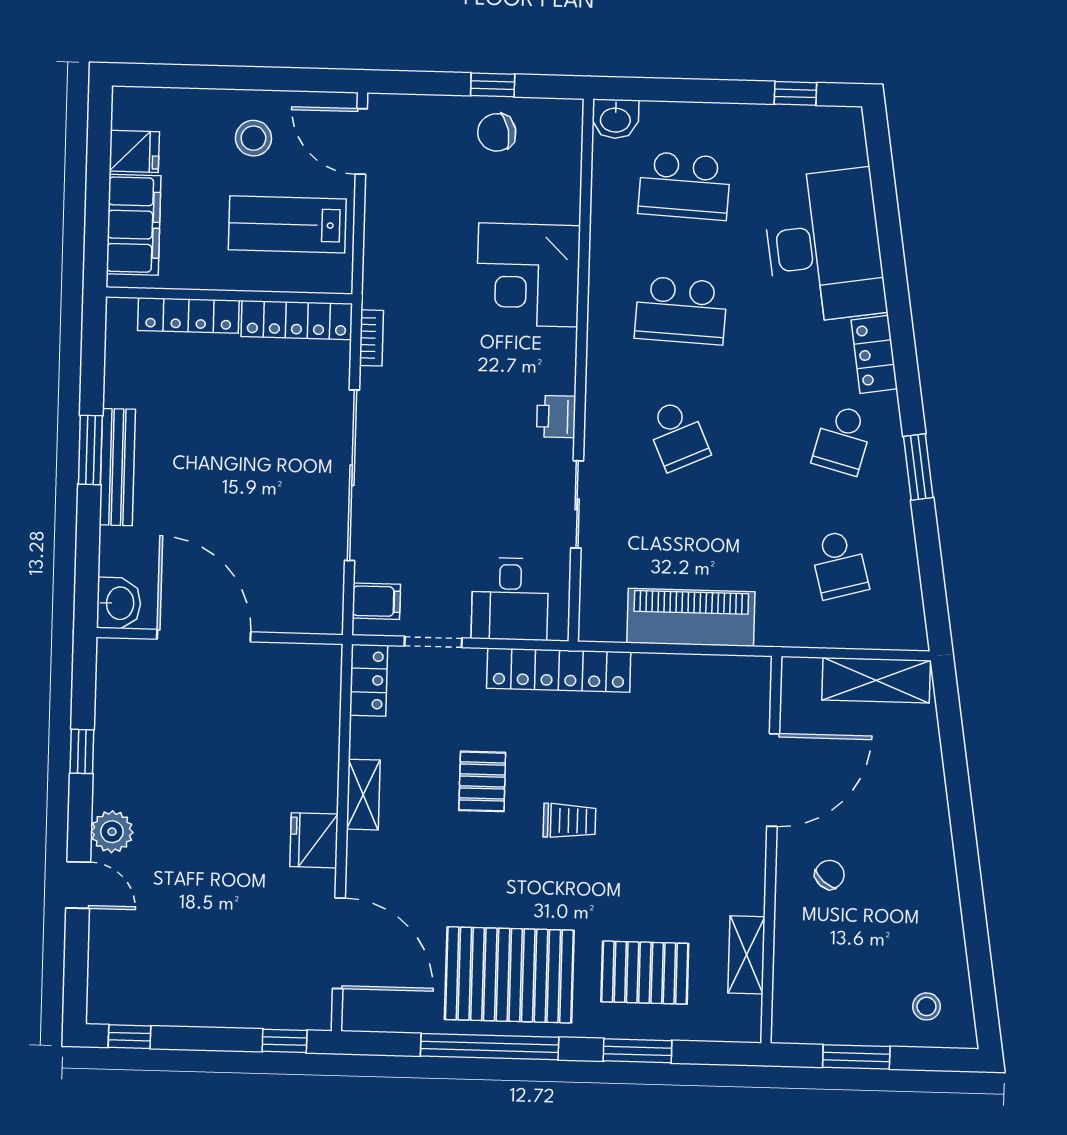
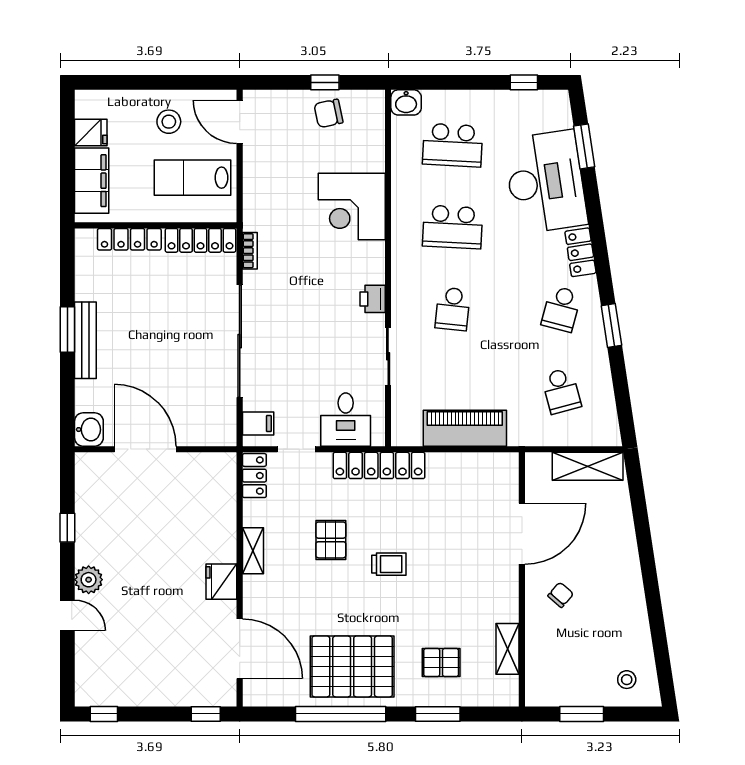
window: (884, 194) -> (584, 146), added
school desk: (677, 435) -> (453, 309), turned 30
pallet: (645, 973) -> (441, 662), width x0.67, depth x0.71

